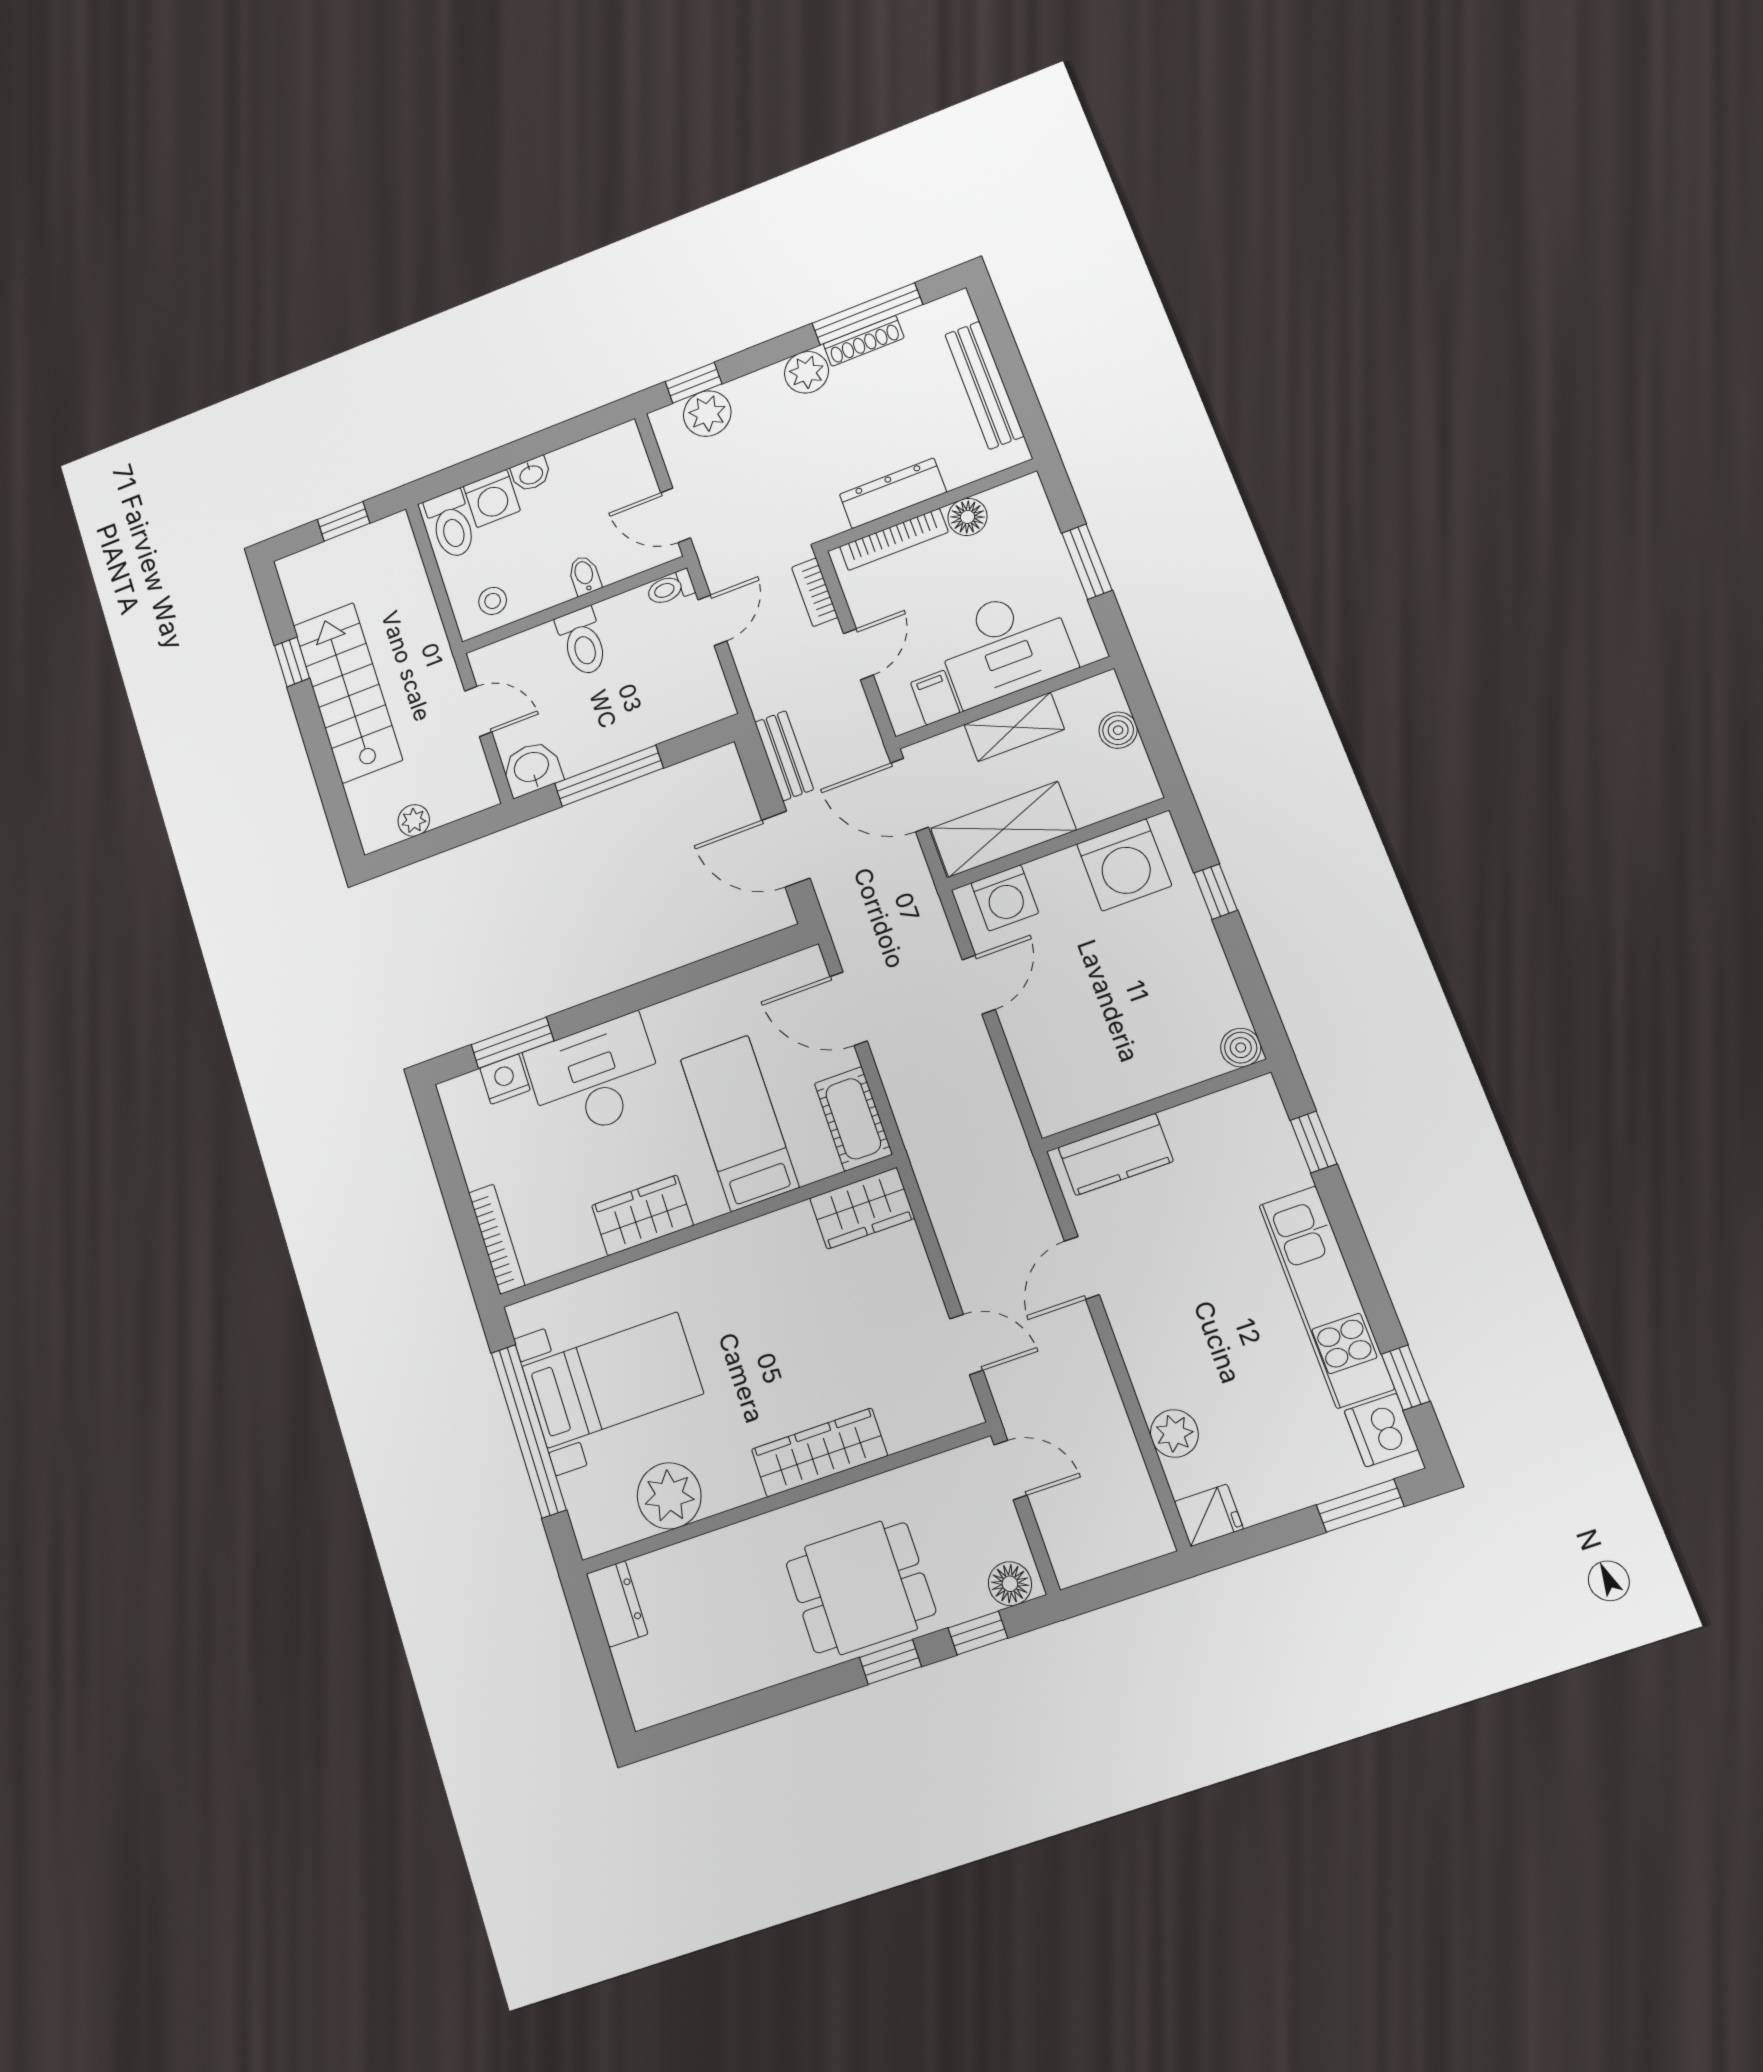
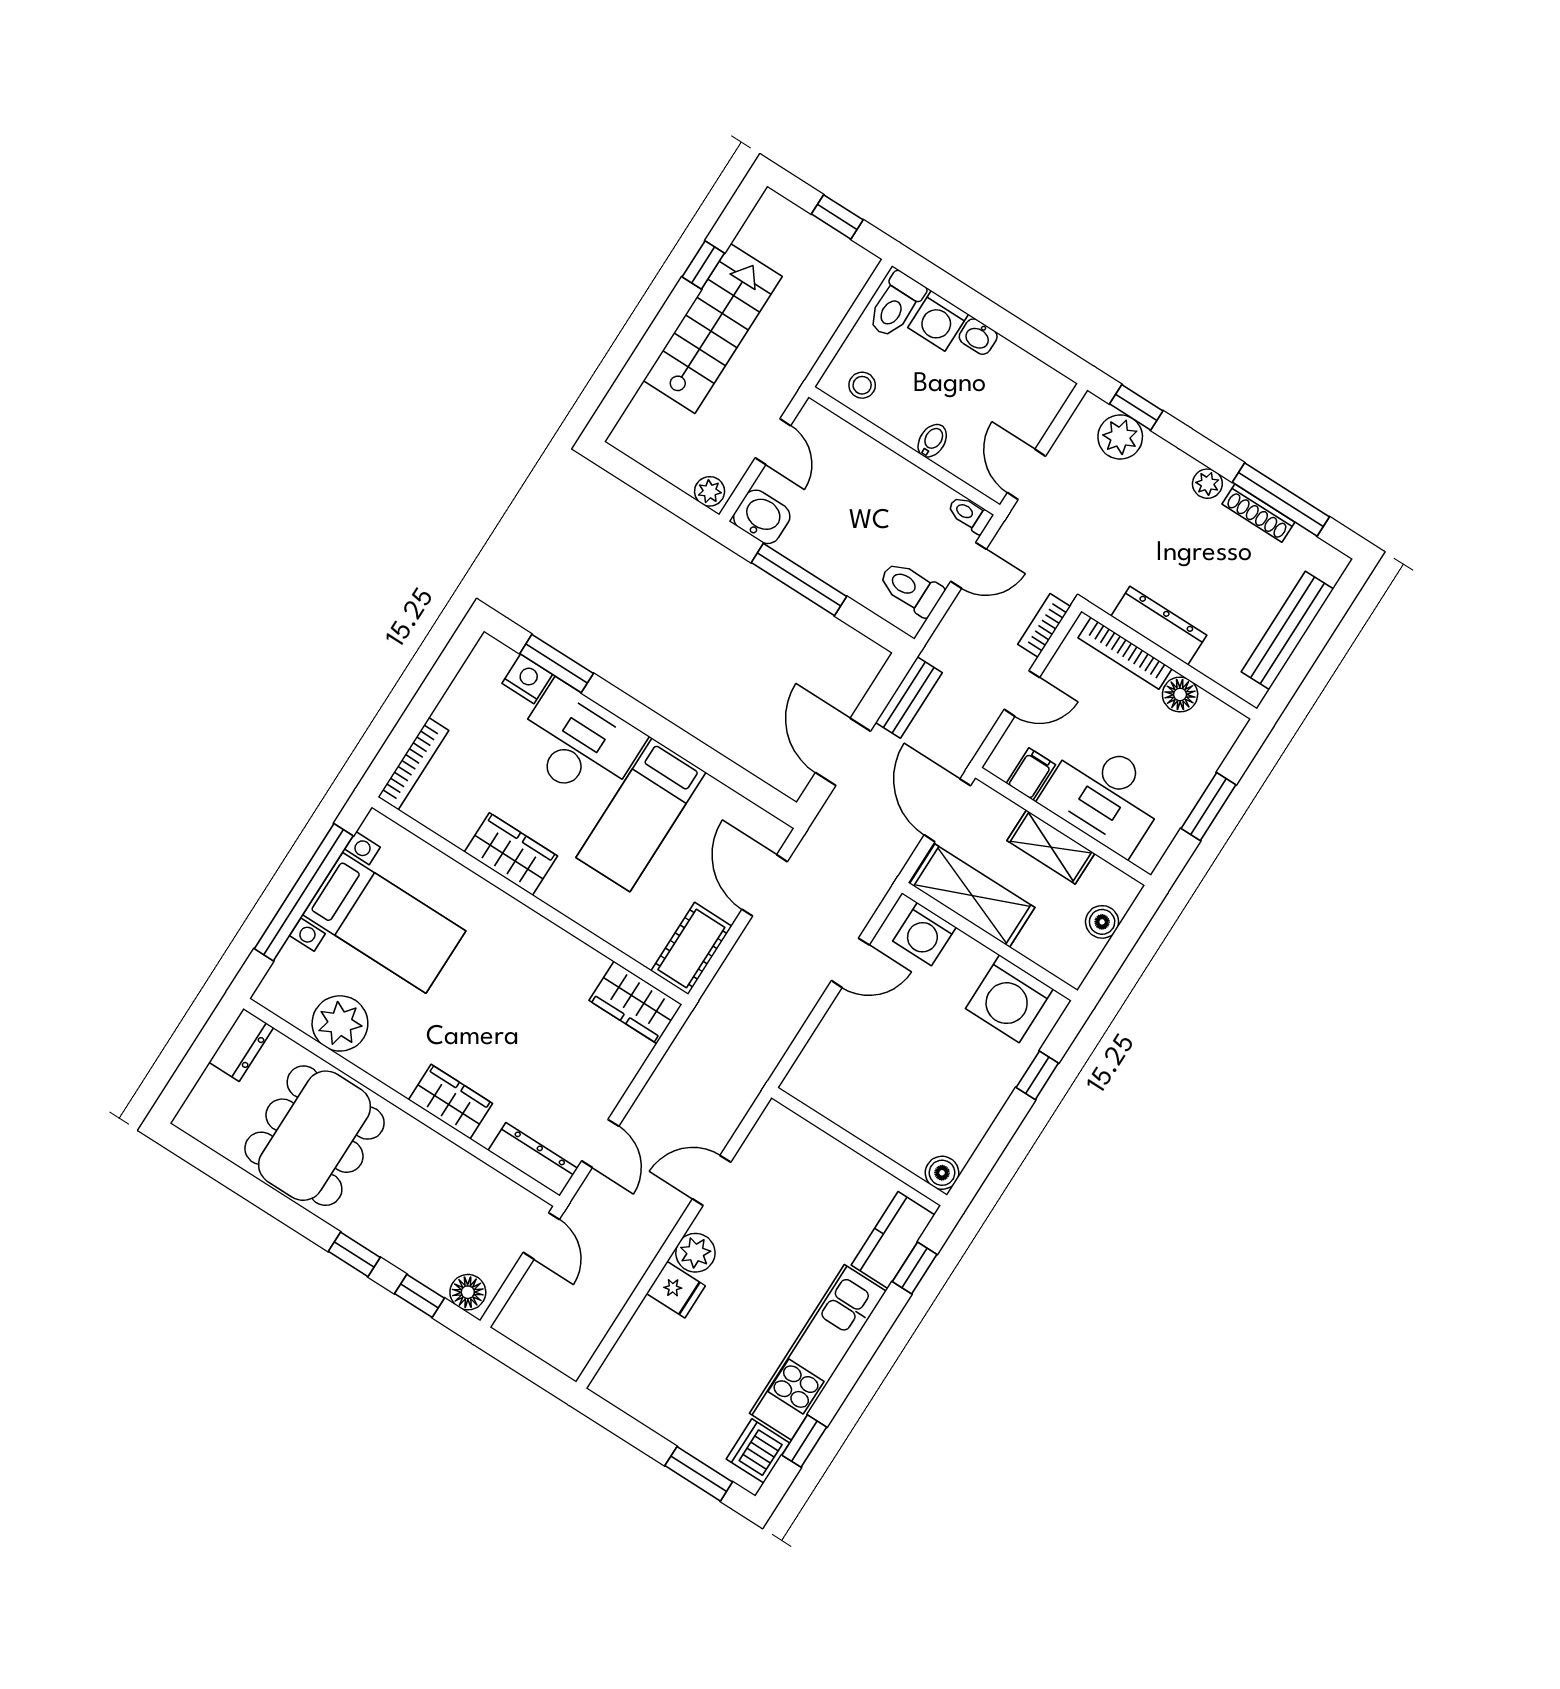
plant: (807, 372) -> (1207, 484), width x0.73, depth x0.73
toilet: (582, 642) -> (911, 588), moved, turned 90
plant: (414, 820) -> (710, 491), moved
bed: (739, 1123) -> (641, 815), moved, turned 180
kitchen counter: (1116, 1154) -> (893, 1240), moved, turned 90
dresser: (932, 1419) -> (533, 1159), added
plant: (1174, 1433) -> (695, 1253), moved
wardrobe: (819, 1452) -> (451, 1102), width x0.67
fridge: (1209, 1515) -> (676, 1290), moved
dining table: (861, 1588) -> (315, 1136), moved, width x1.38

